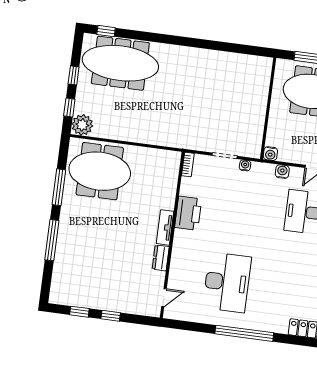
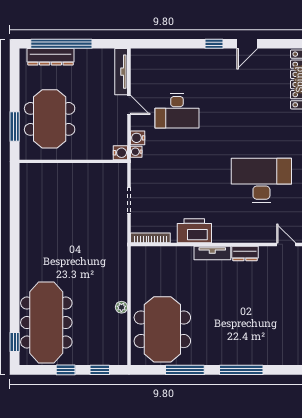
plant: (82, 125) -> (121, 307), moved, width x0.53, depth x0.53
bookcase: (188, 165) -> (150, 238), width x1.56
water cooler: (245, 165) -> (136, 152), moved

